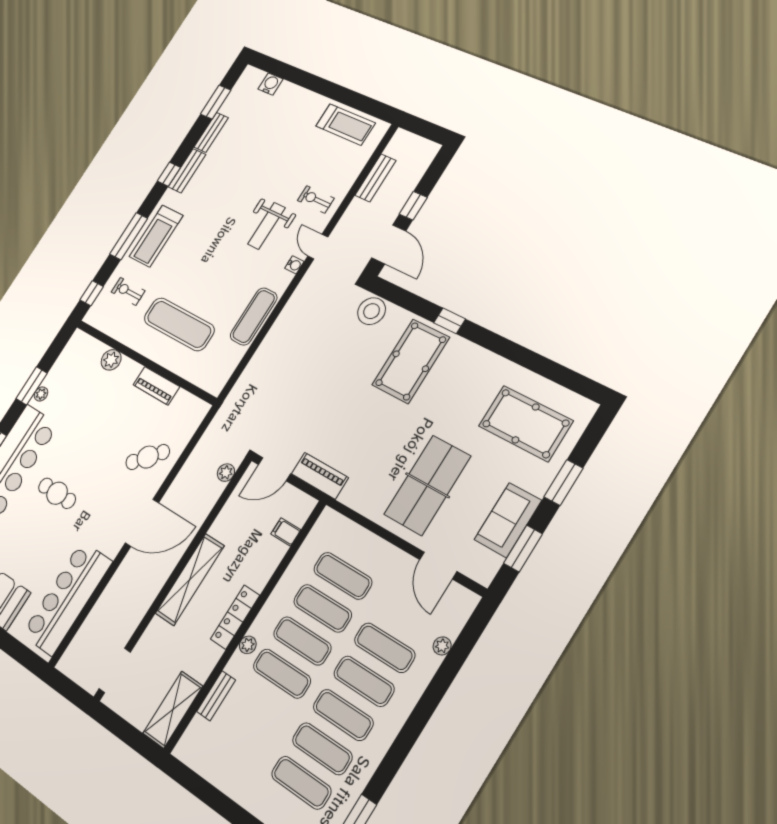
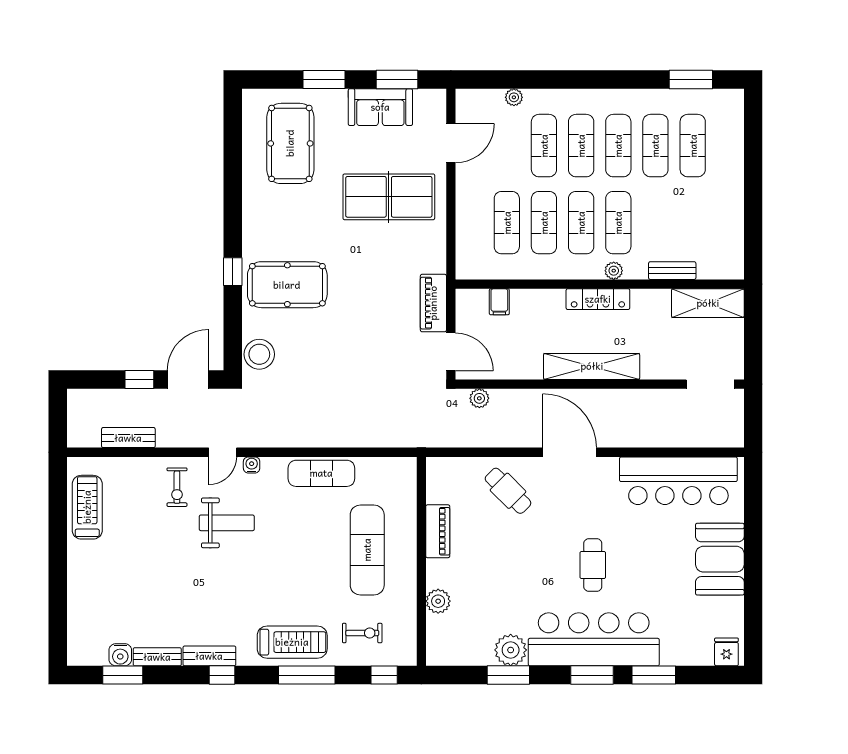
water cooler: (270, 84) -> (120, 655), moved, turned -90
exercise bike: (128, 291) -> (362, 633), turned -90
plant: (41, 394) -> (511, 650), width x1.87, depth x1.87

